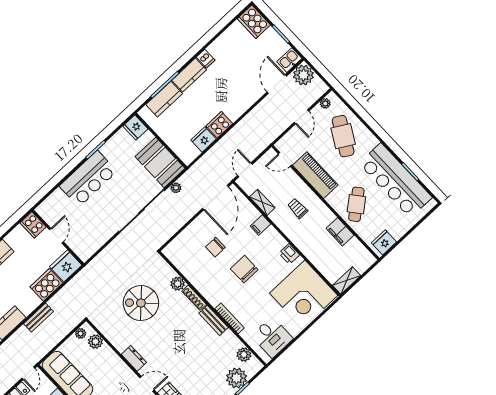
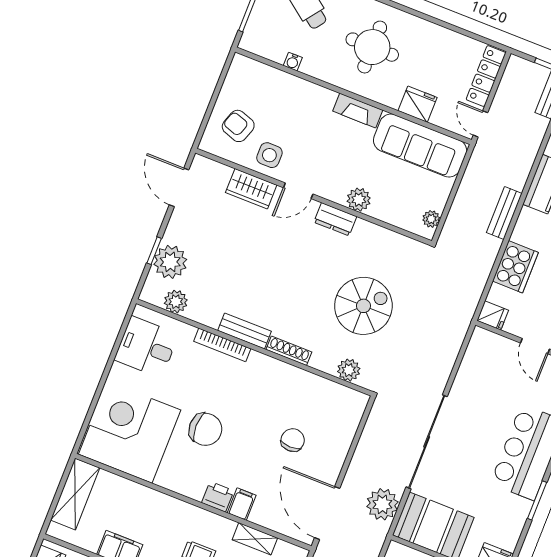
plant: (176, 188) -> (382, 504), width x1.87, depth x1.87
printer: (289, 254) -> (218, 497), moved
fridge: (66, 266) -> (493, 315), width x0.53, depth x0.75
chair: (244, 269) -> (205, 429), moved
shelving: (347, 280) -> (75, 494), width x1.50, depth x1.33
plant: (178, 284) -> (349, 370), moved
plant: (95, 342) -> (359, 200), moved

